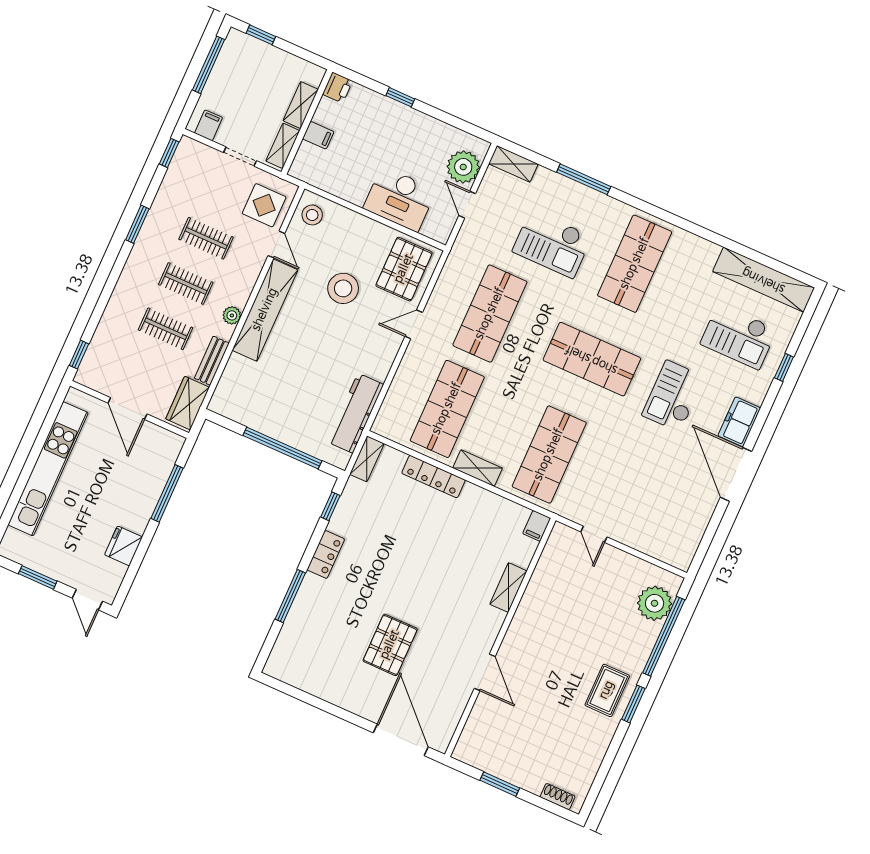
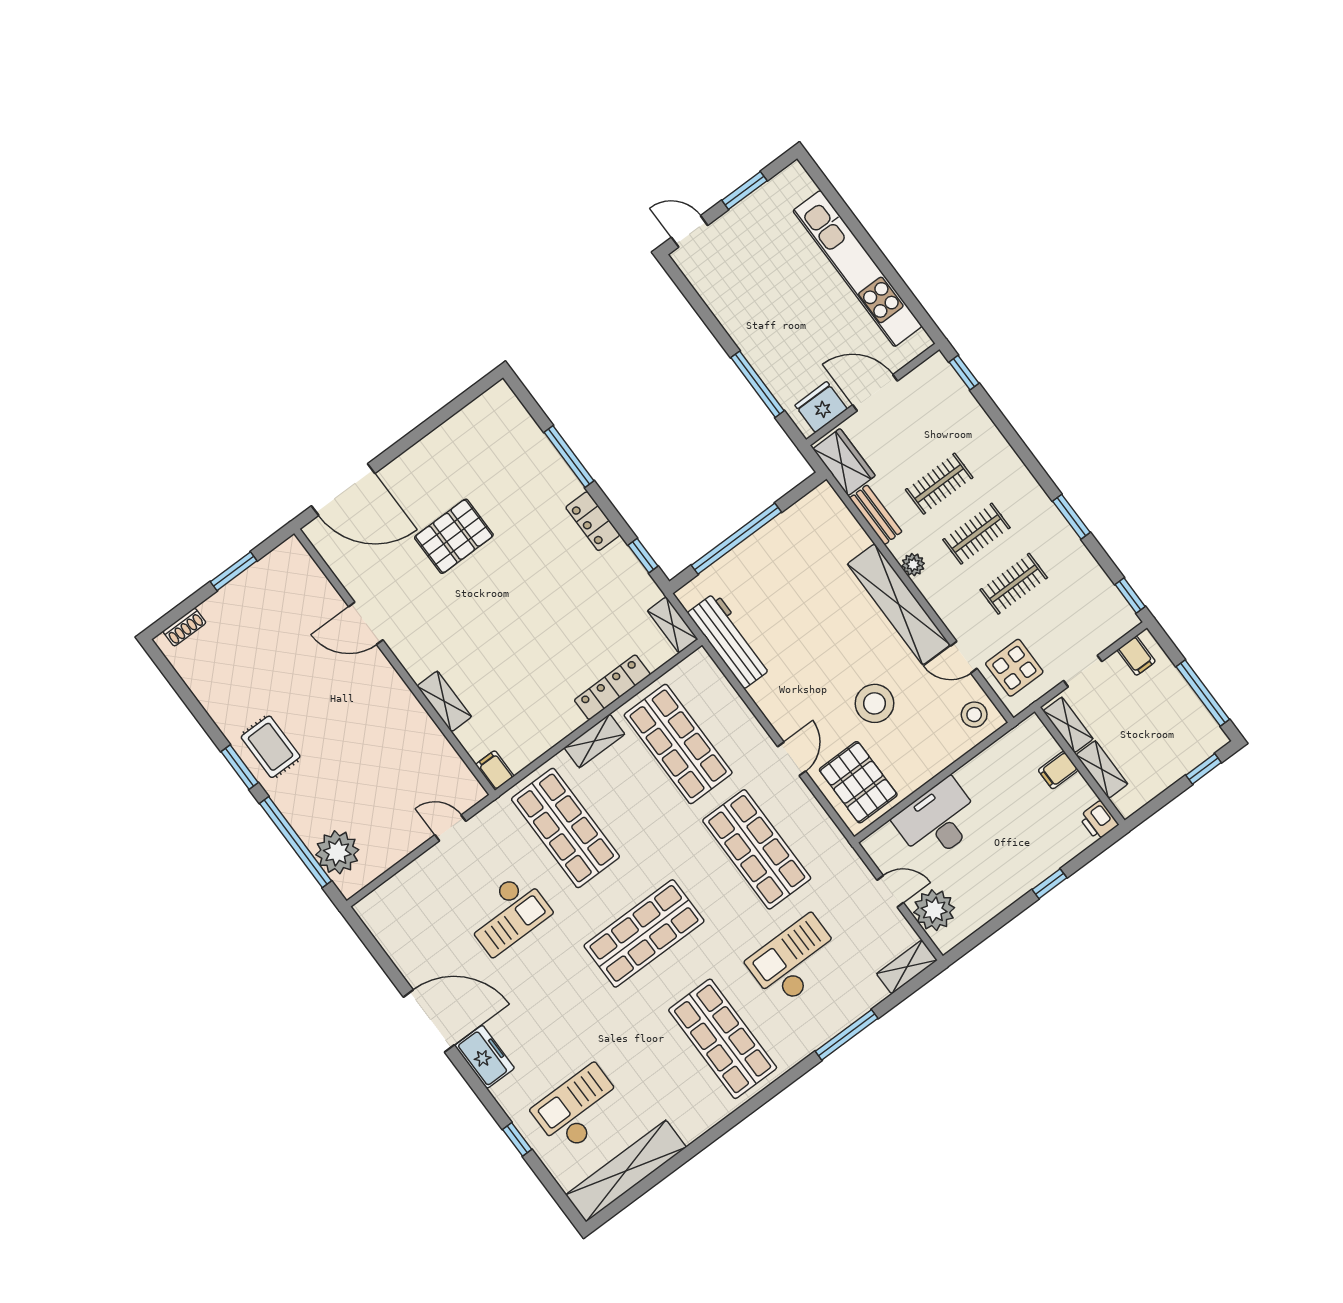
checkout: (673, 396) -> (507, 914), moved, turned 90
fridge: (124, 546) -> (821, 407), moved, turned -90
pallet: (390, 645) -> (454, 536), turned 90

